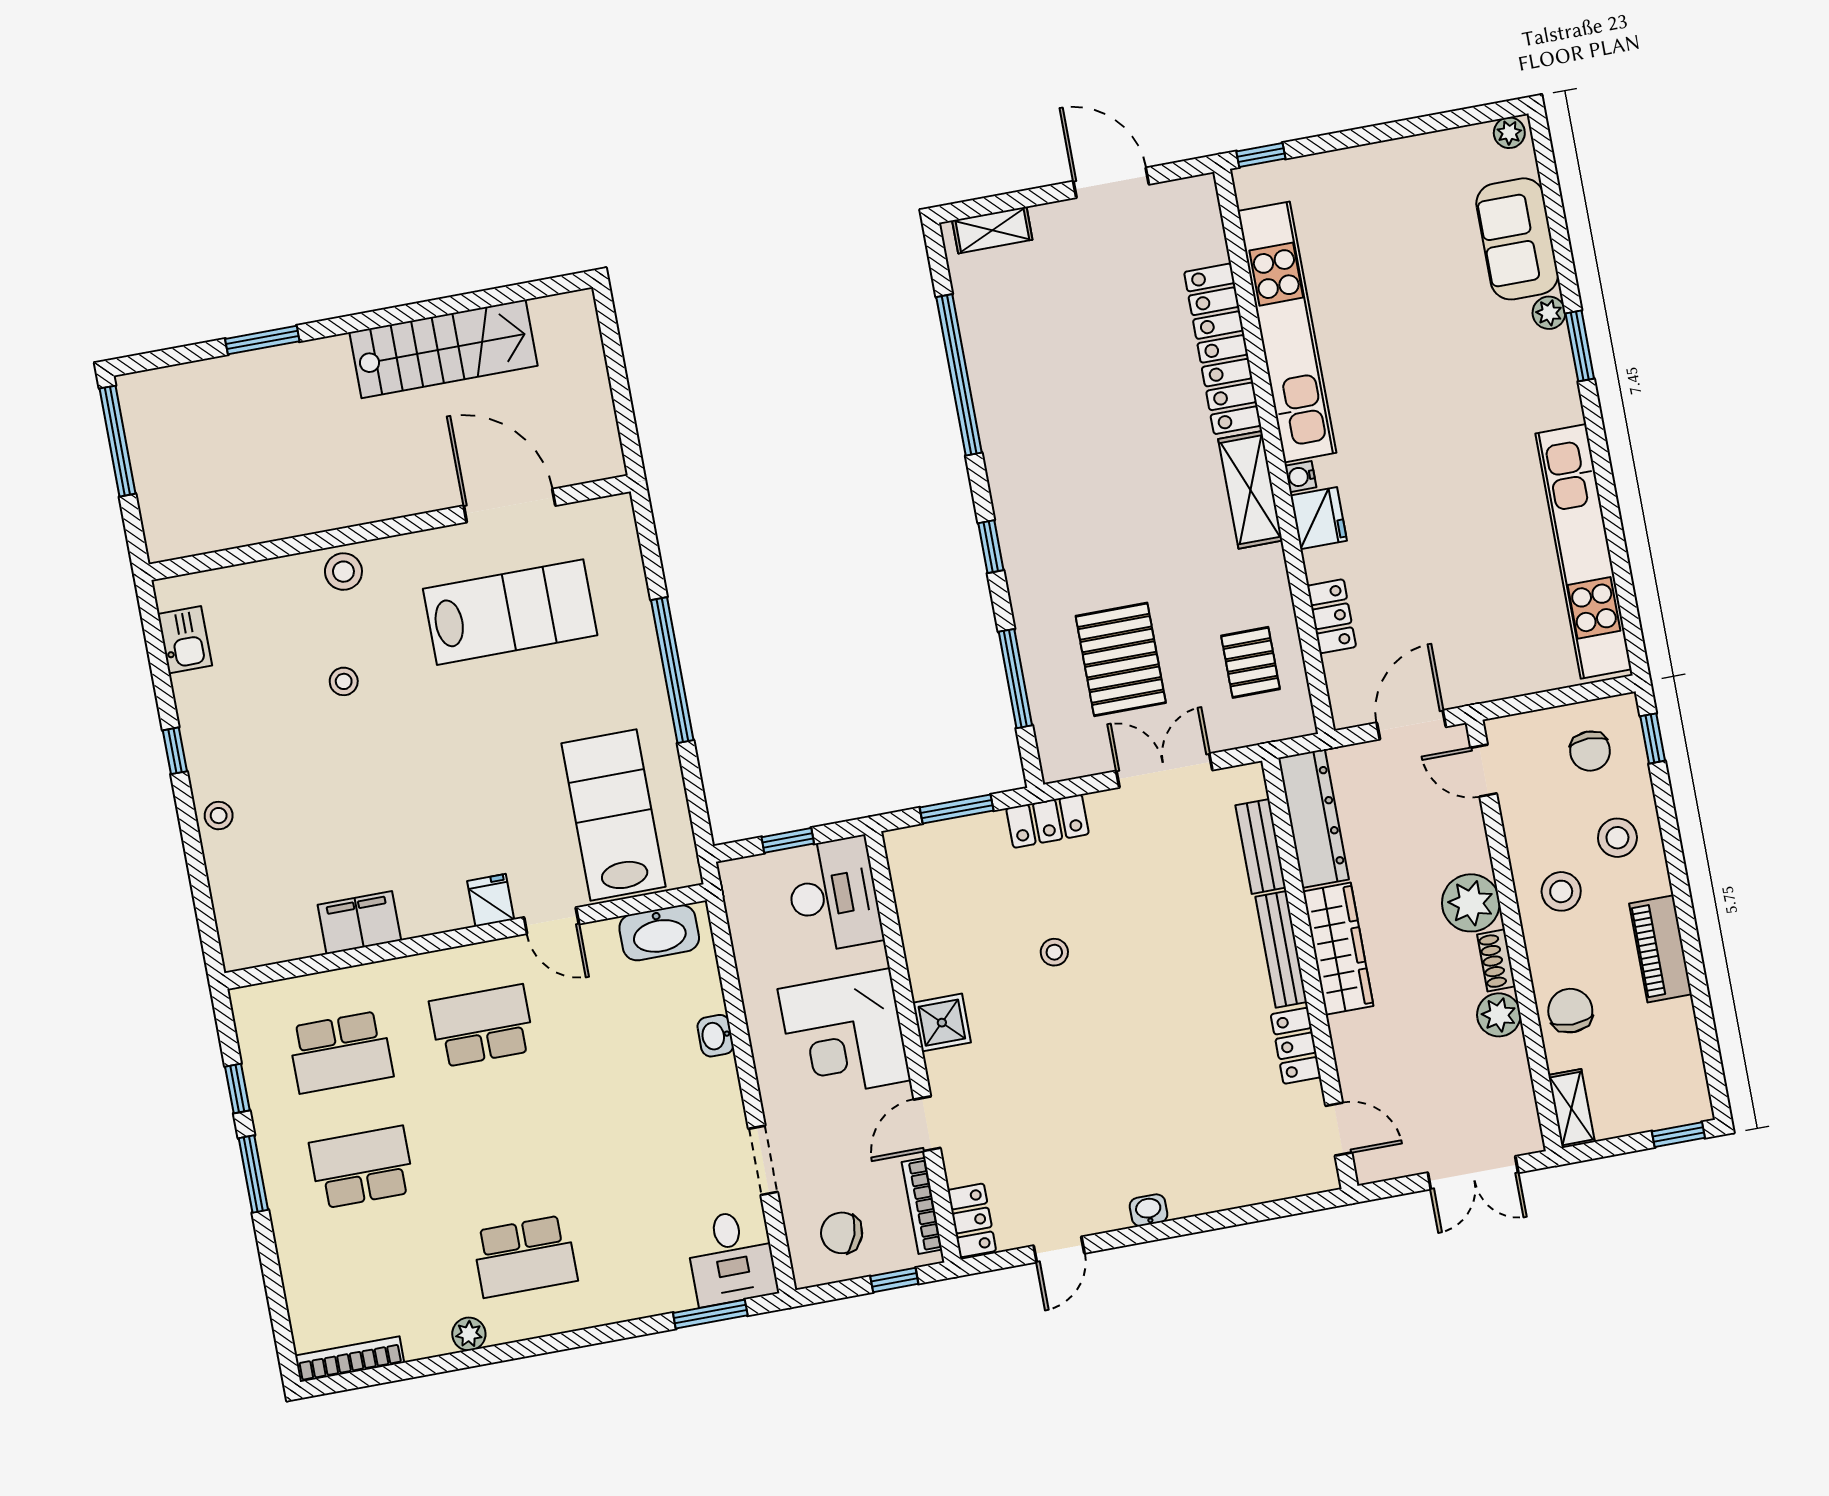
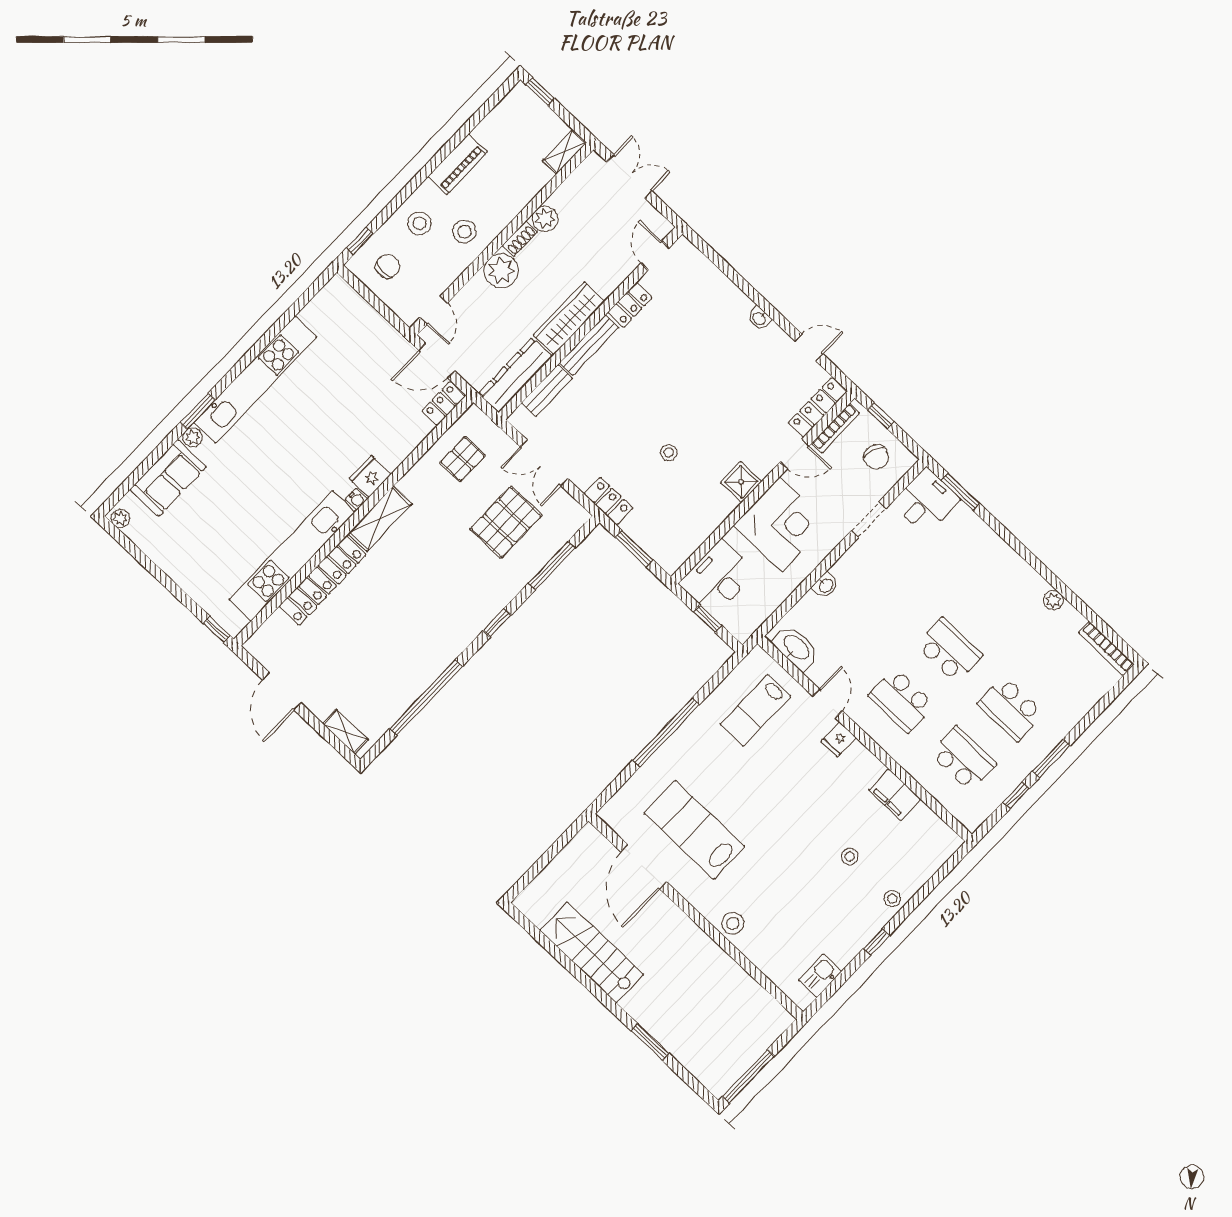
kitchen unit: (1584, 551) -> (255, 380), moved
locker: (1332, 616) -> (444, 404), moved
stool: (344, 681) -> (850, 856), moved
lab bench: (614, 815) -> (756, 710), width x0.73, depth x0.72
chair: (1570, 1011) -> (518, 186), removed
locker: (972, 1220) -> (817, 407), width x1.53
school desk: (525, 1256) -> (949, 650), moved

